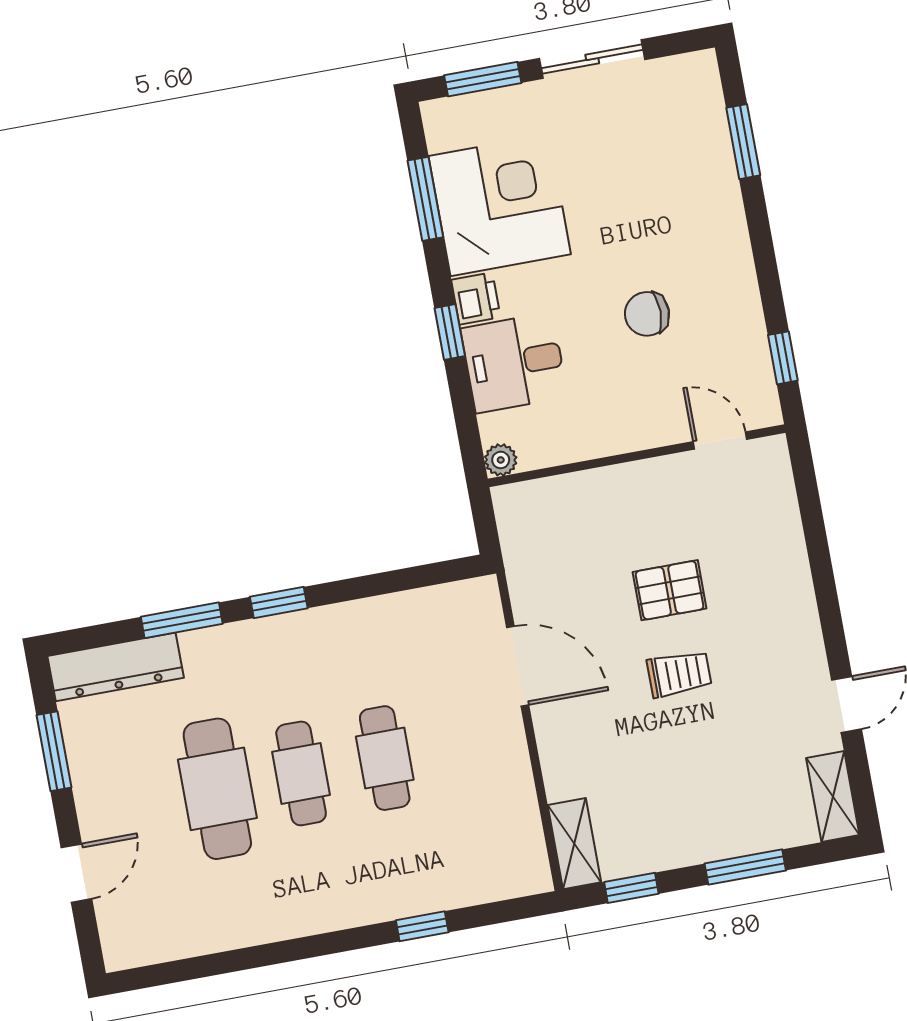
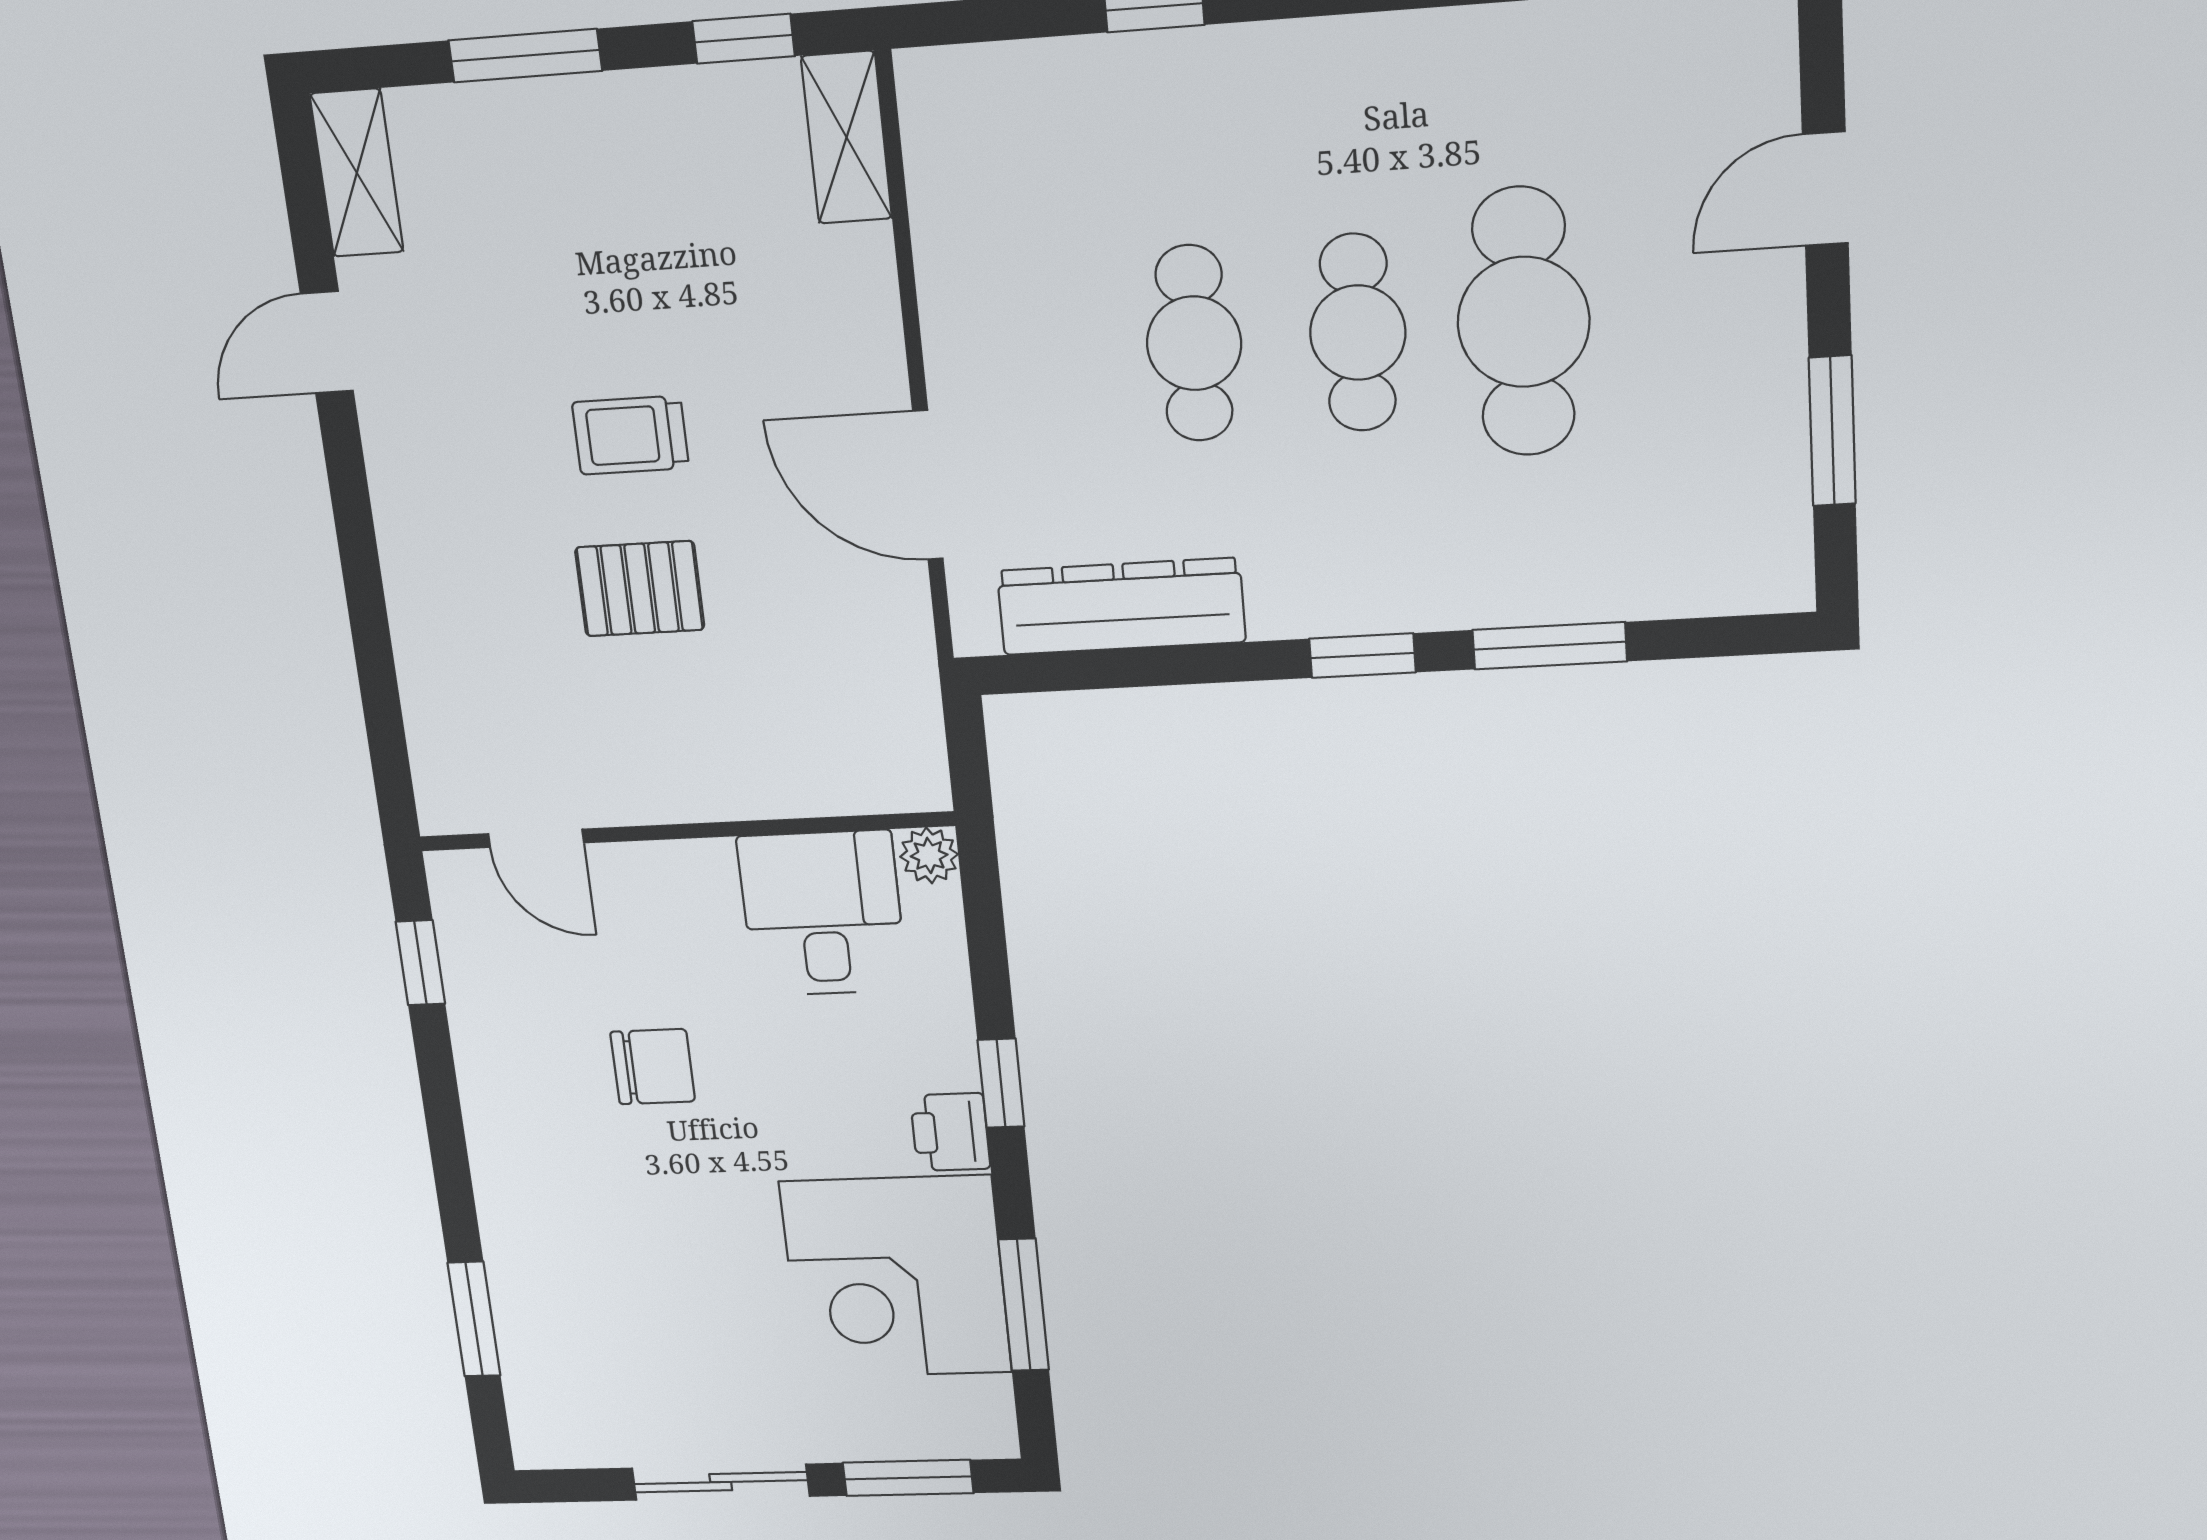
desk: (514, 363) -> (822, 913), moved, turned -90
dresser: (116, 667) -> (1121, 606), moved

